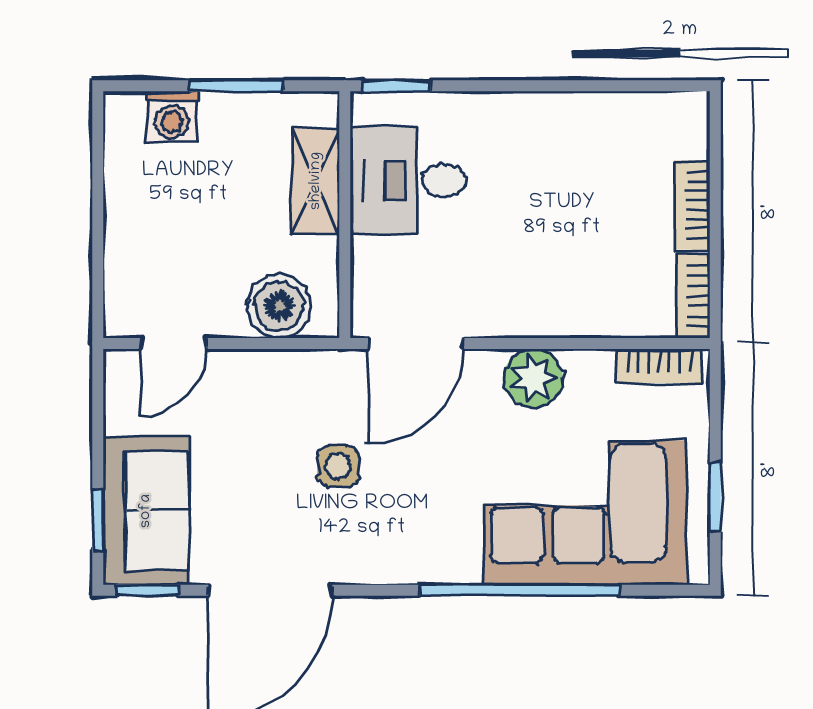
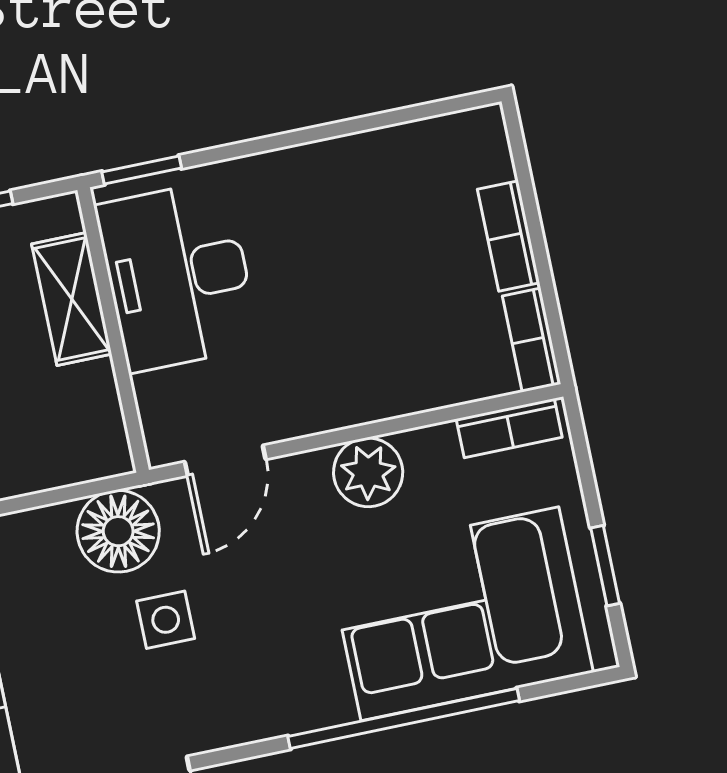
desk: (408, 181) -> (178, 276), width x1.37
boiler: (279, 306) -> (60, 450), removed
door: (416, 343) -> (225, 461), width x0.73
floor lamp: (314, 384) -> (118, 531), added

